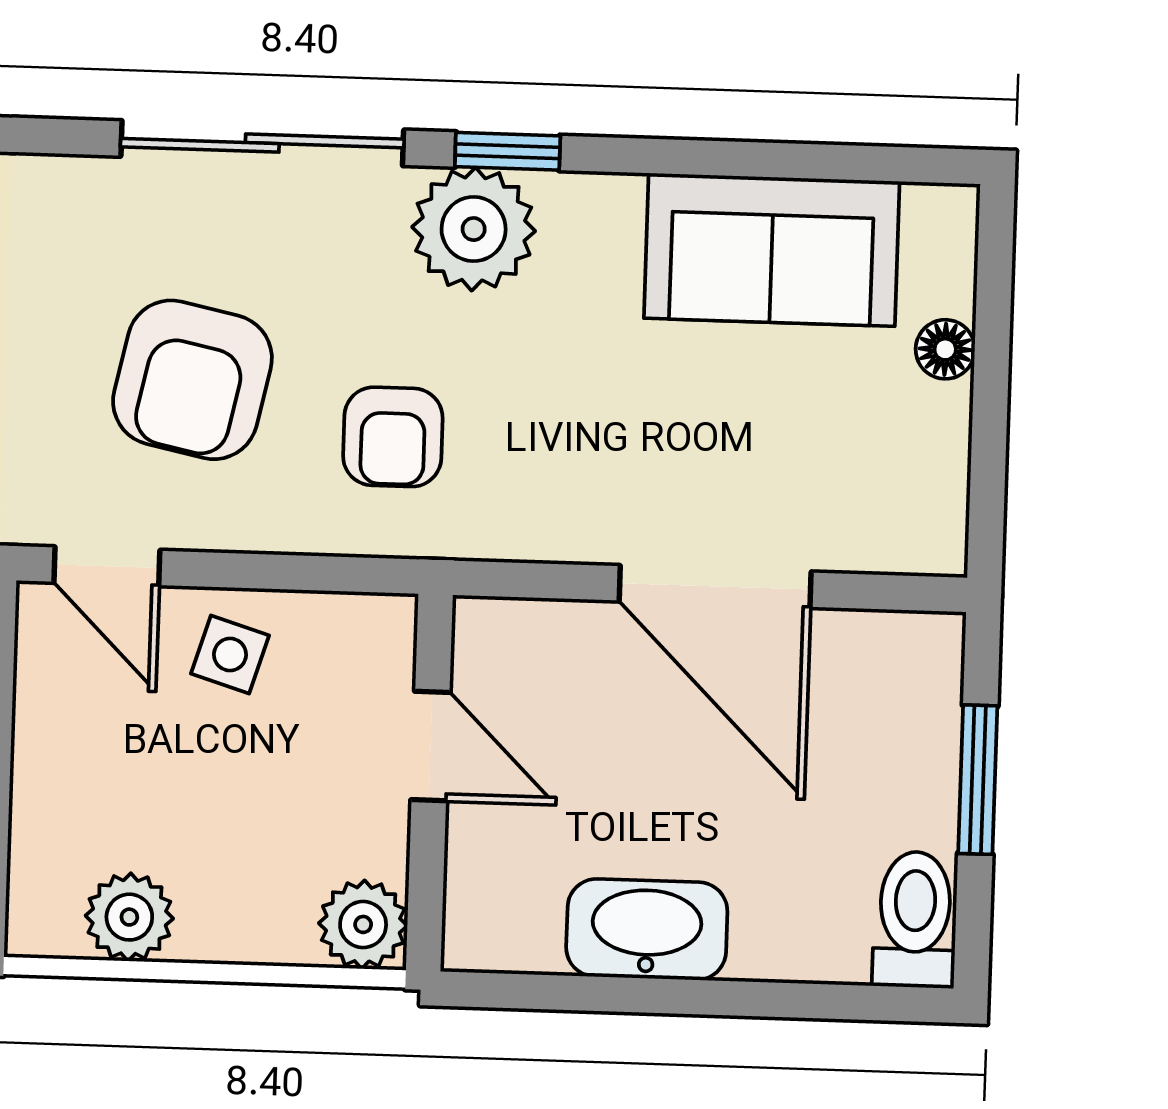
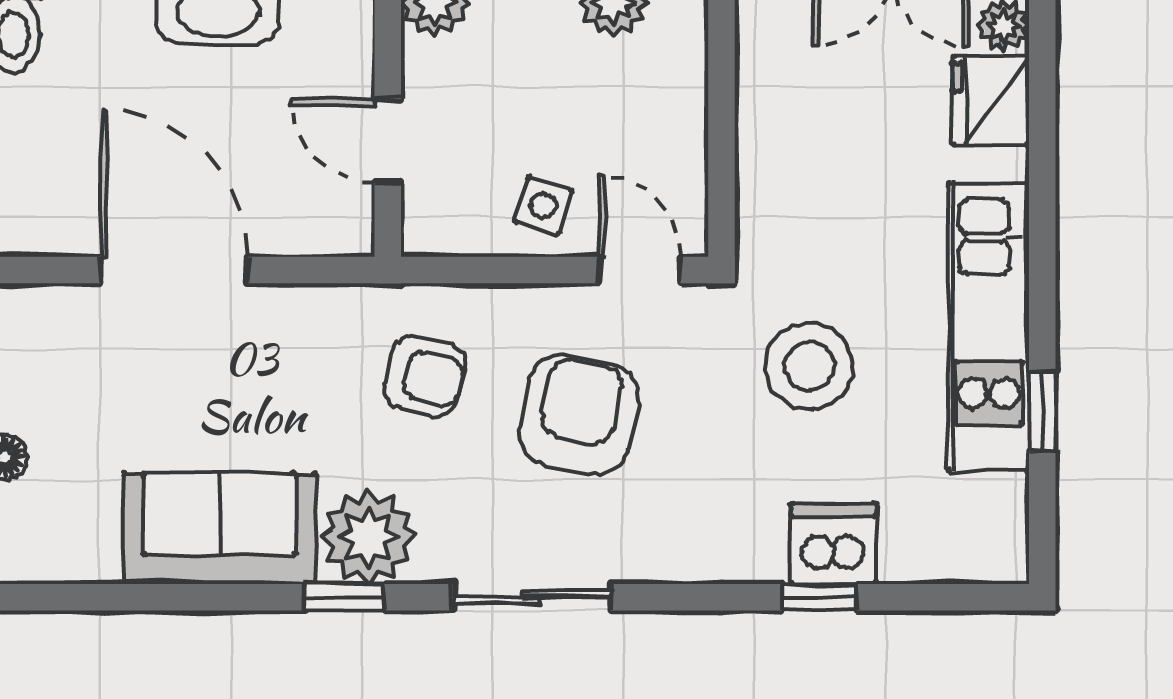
sliding door: (262, 143) -> (532, 597), width x0.73
sofa: (772, 250) -> (220, 529), moved
armchair: (393, 437) -> (424, 376), turned 105

